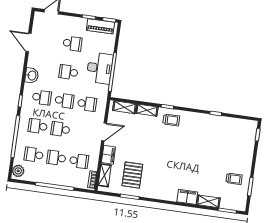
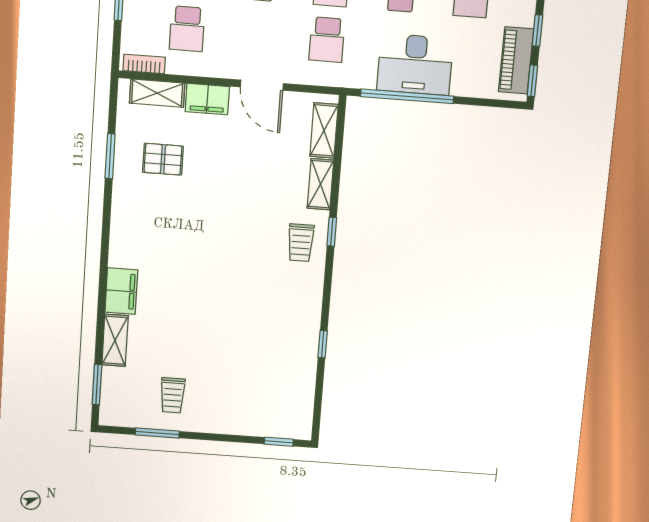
pallet: (132, 175) -> (163, 159), width x0.67, depth x0.71

